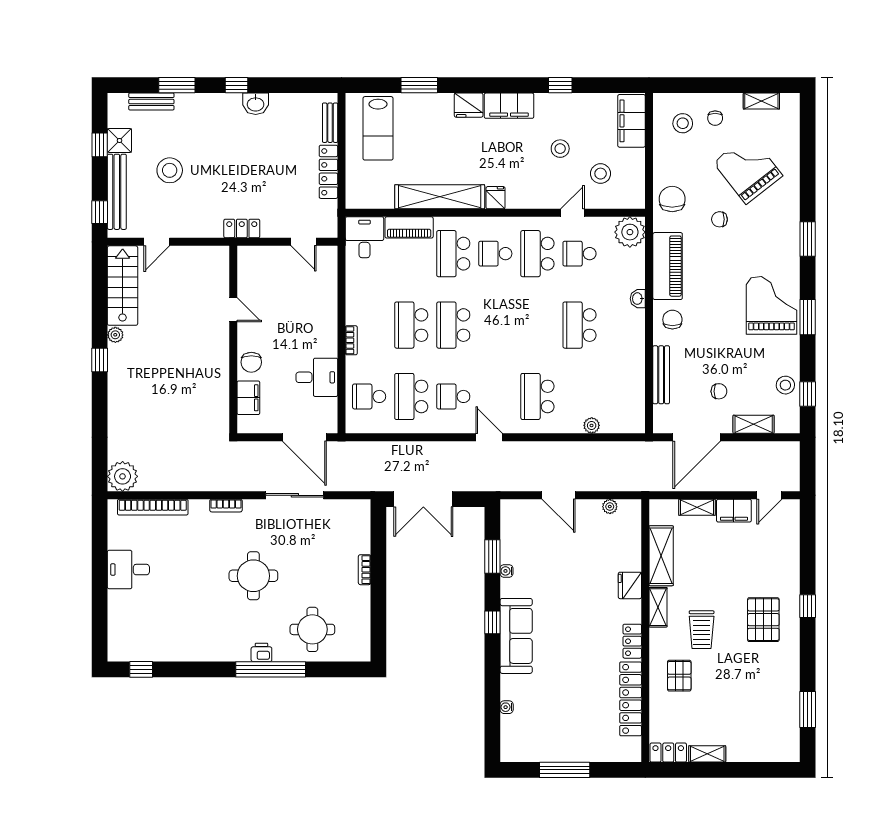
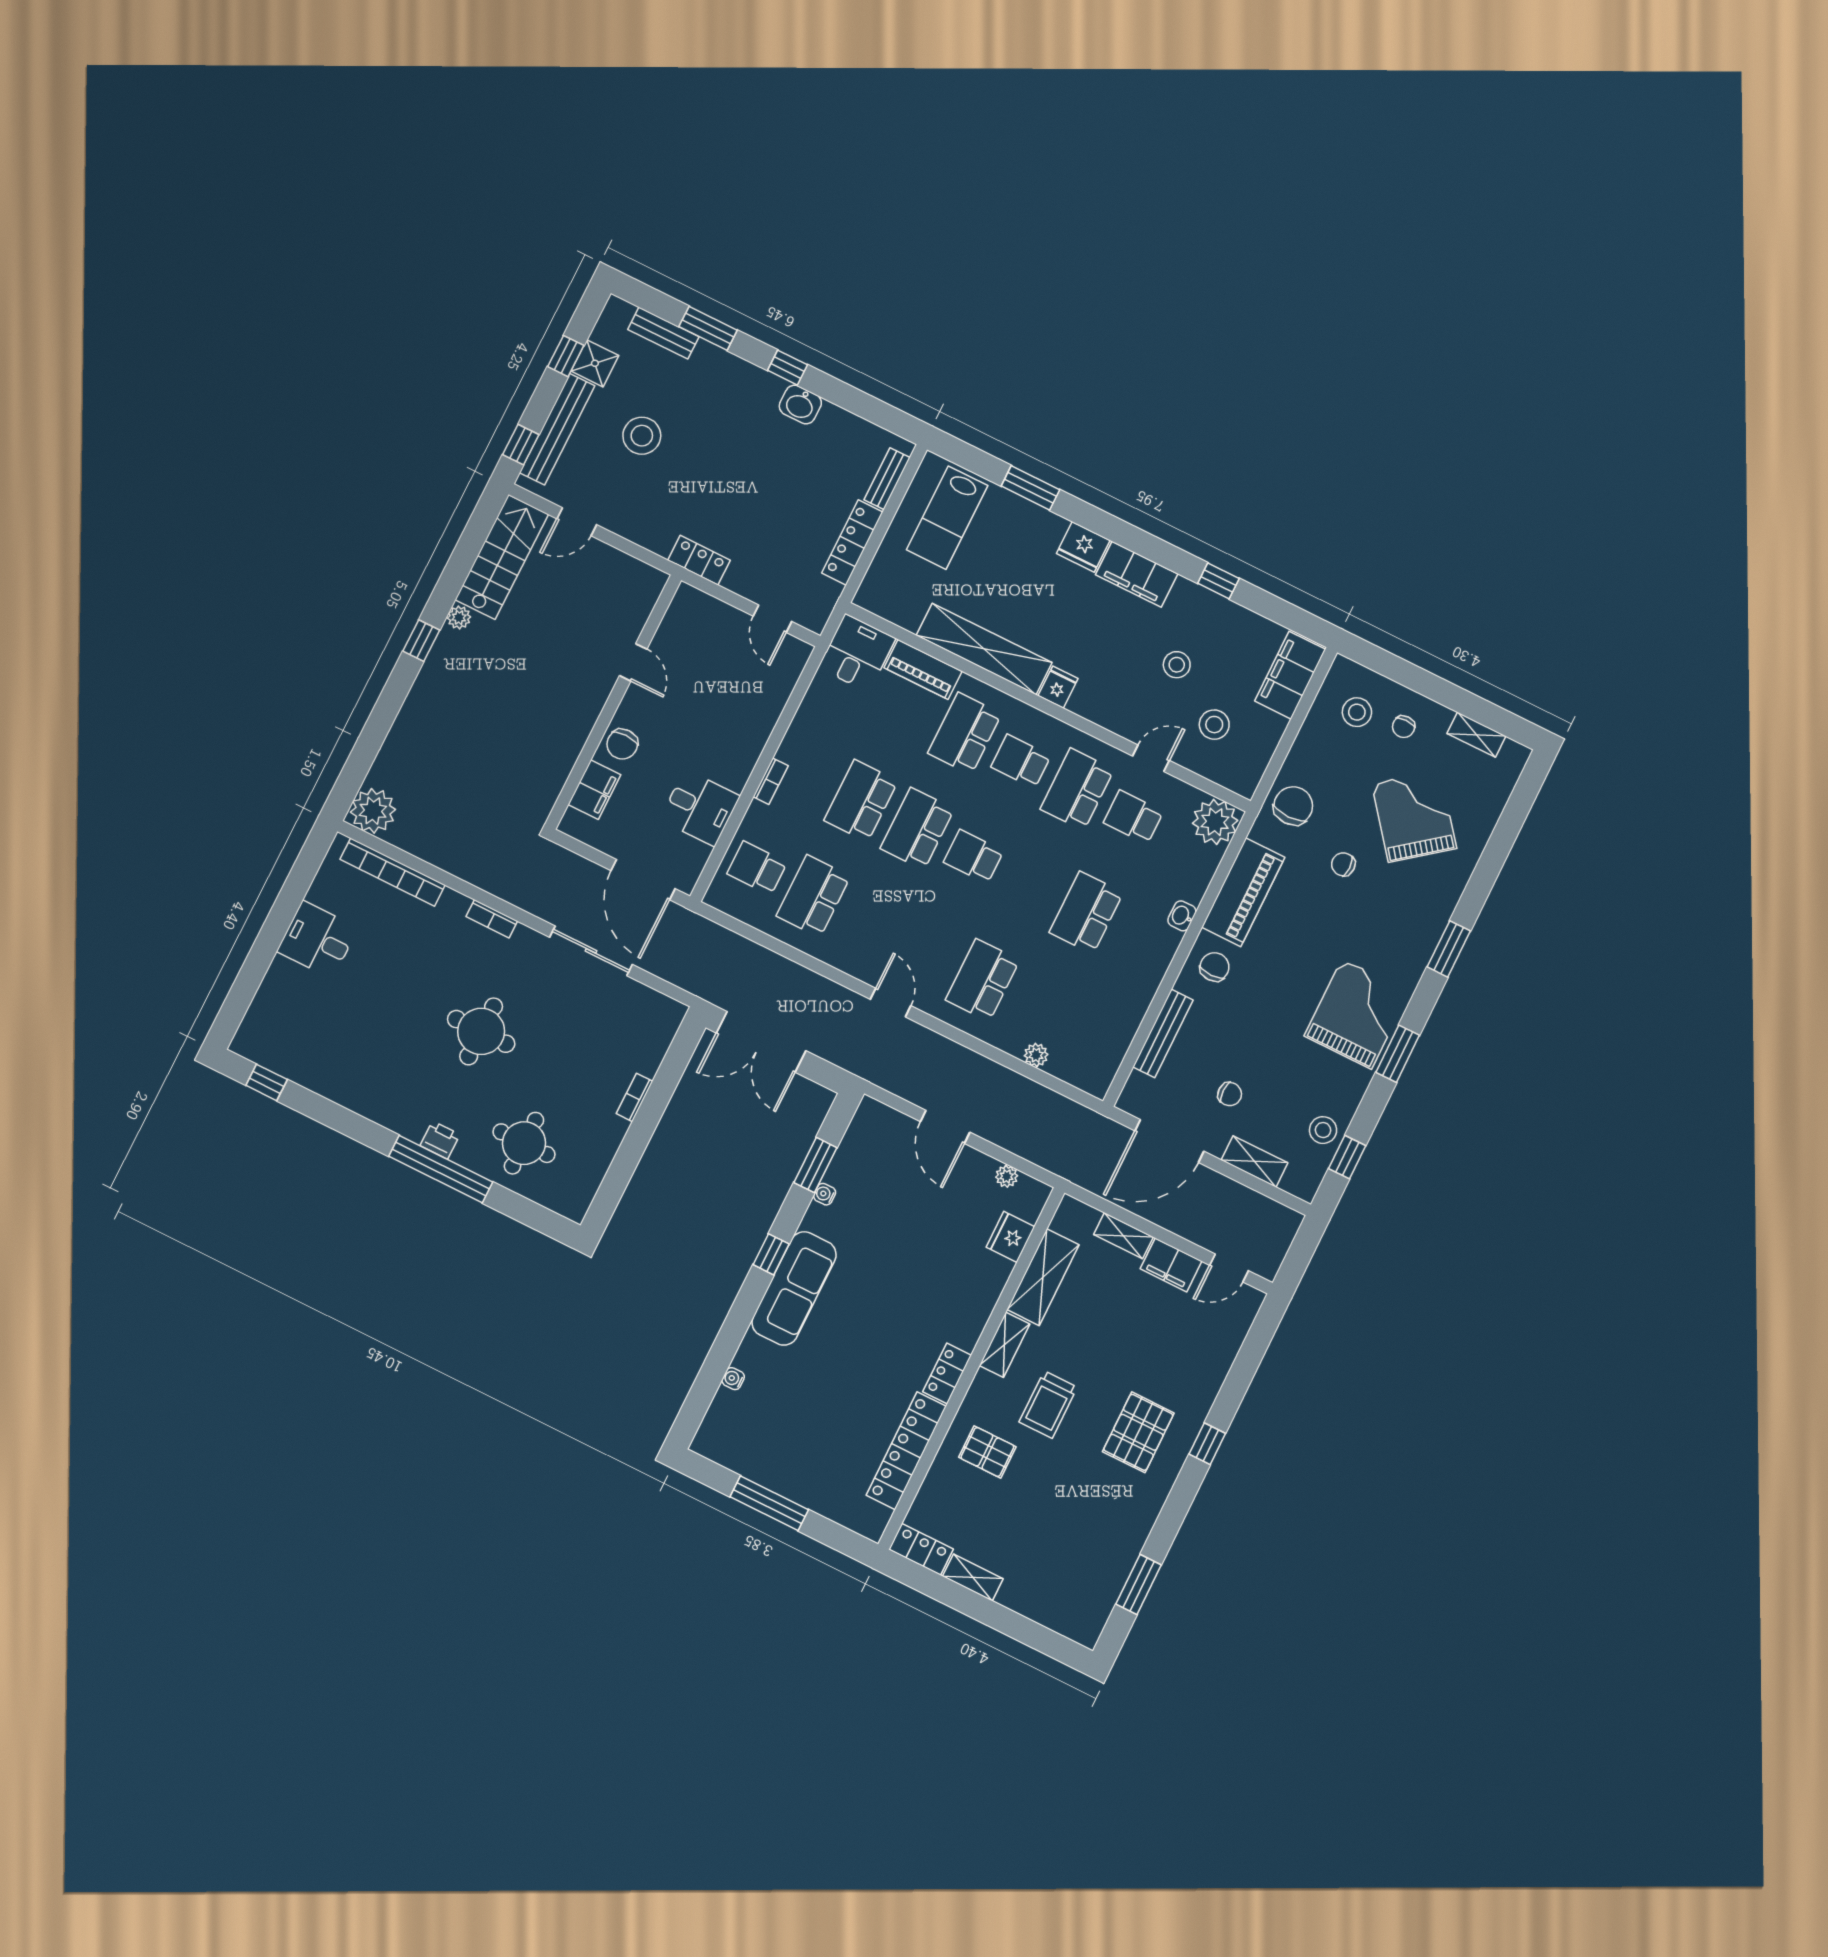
school desk: (453, 396) -> (974, 857), moved
fridge: (630, 585) -> (1010, 1237), moved
pallet: (679, 676) -> (987, 1452), turned 90

